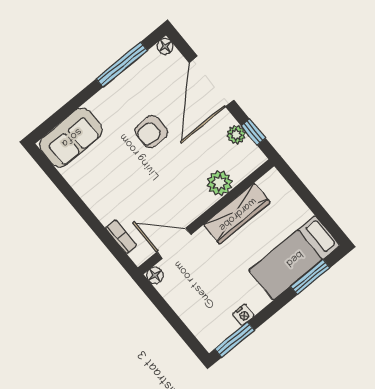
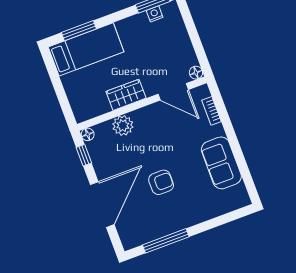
floor lamp: (165, 46) -> (88, 134), moved
plant: (236, 135) -> (98, 158), removed
sofa: (71, 137) -> (221, 163), moved, turned -90
wardrobe: (237, 214) -> (126, 95), width x0.67
nightstand: (243, 315) -> (155, 14), moved

